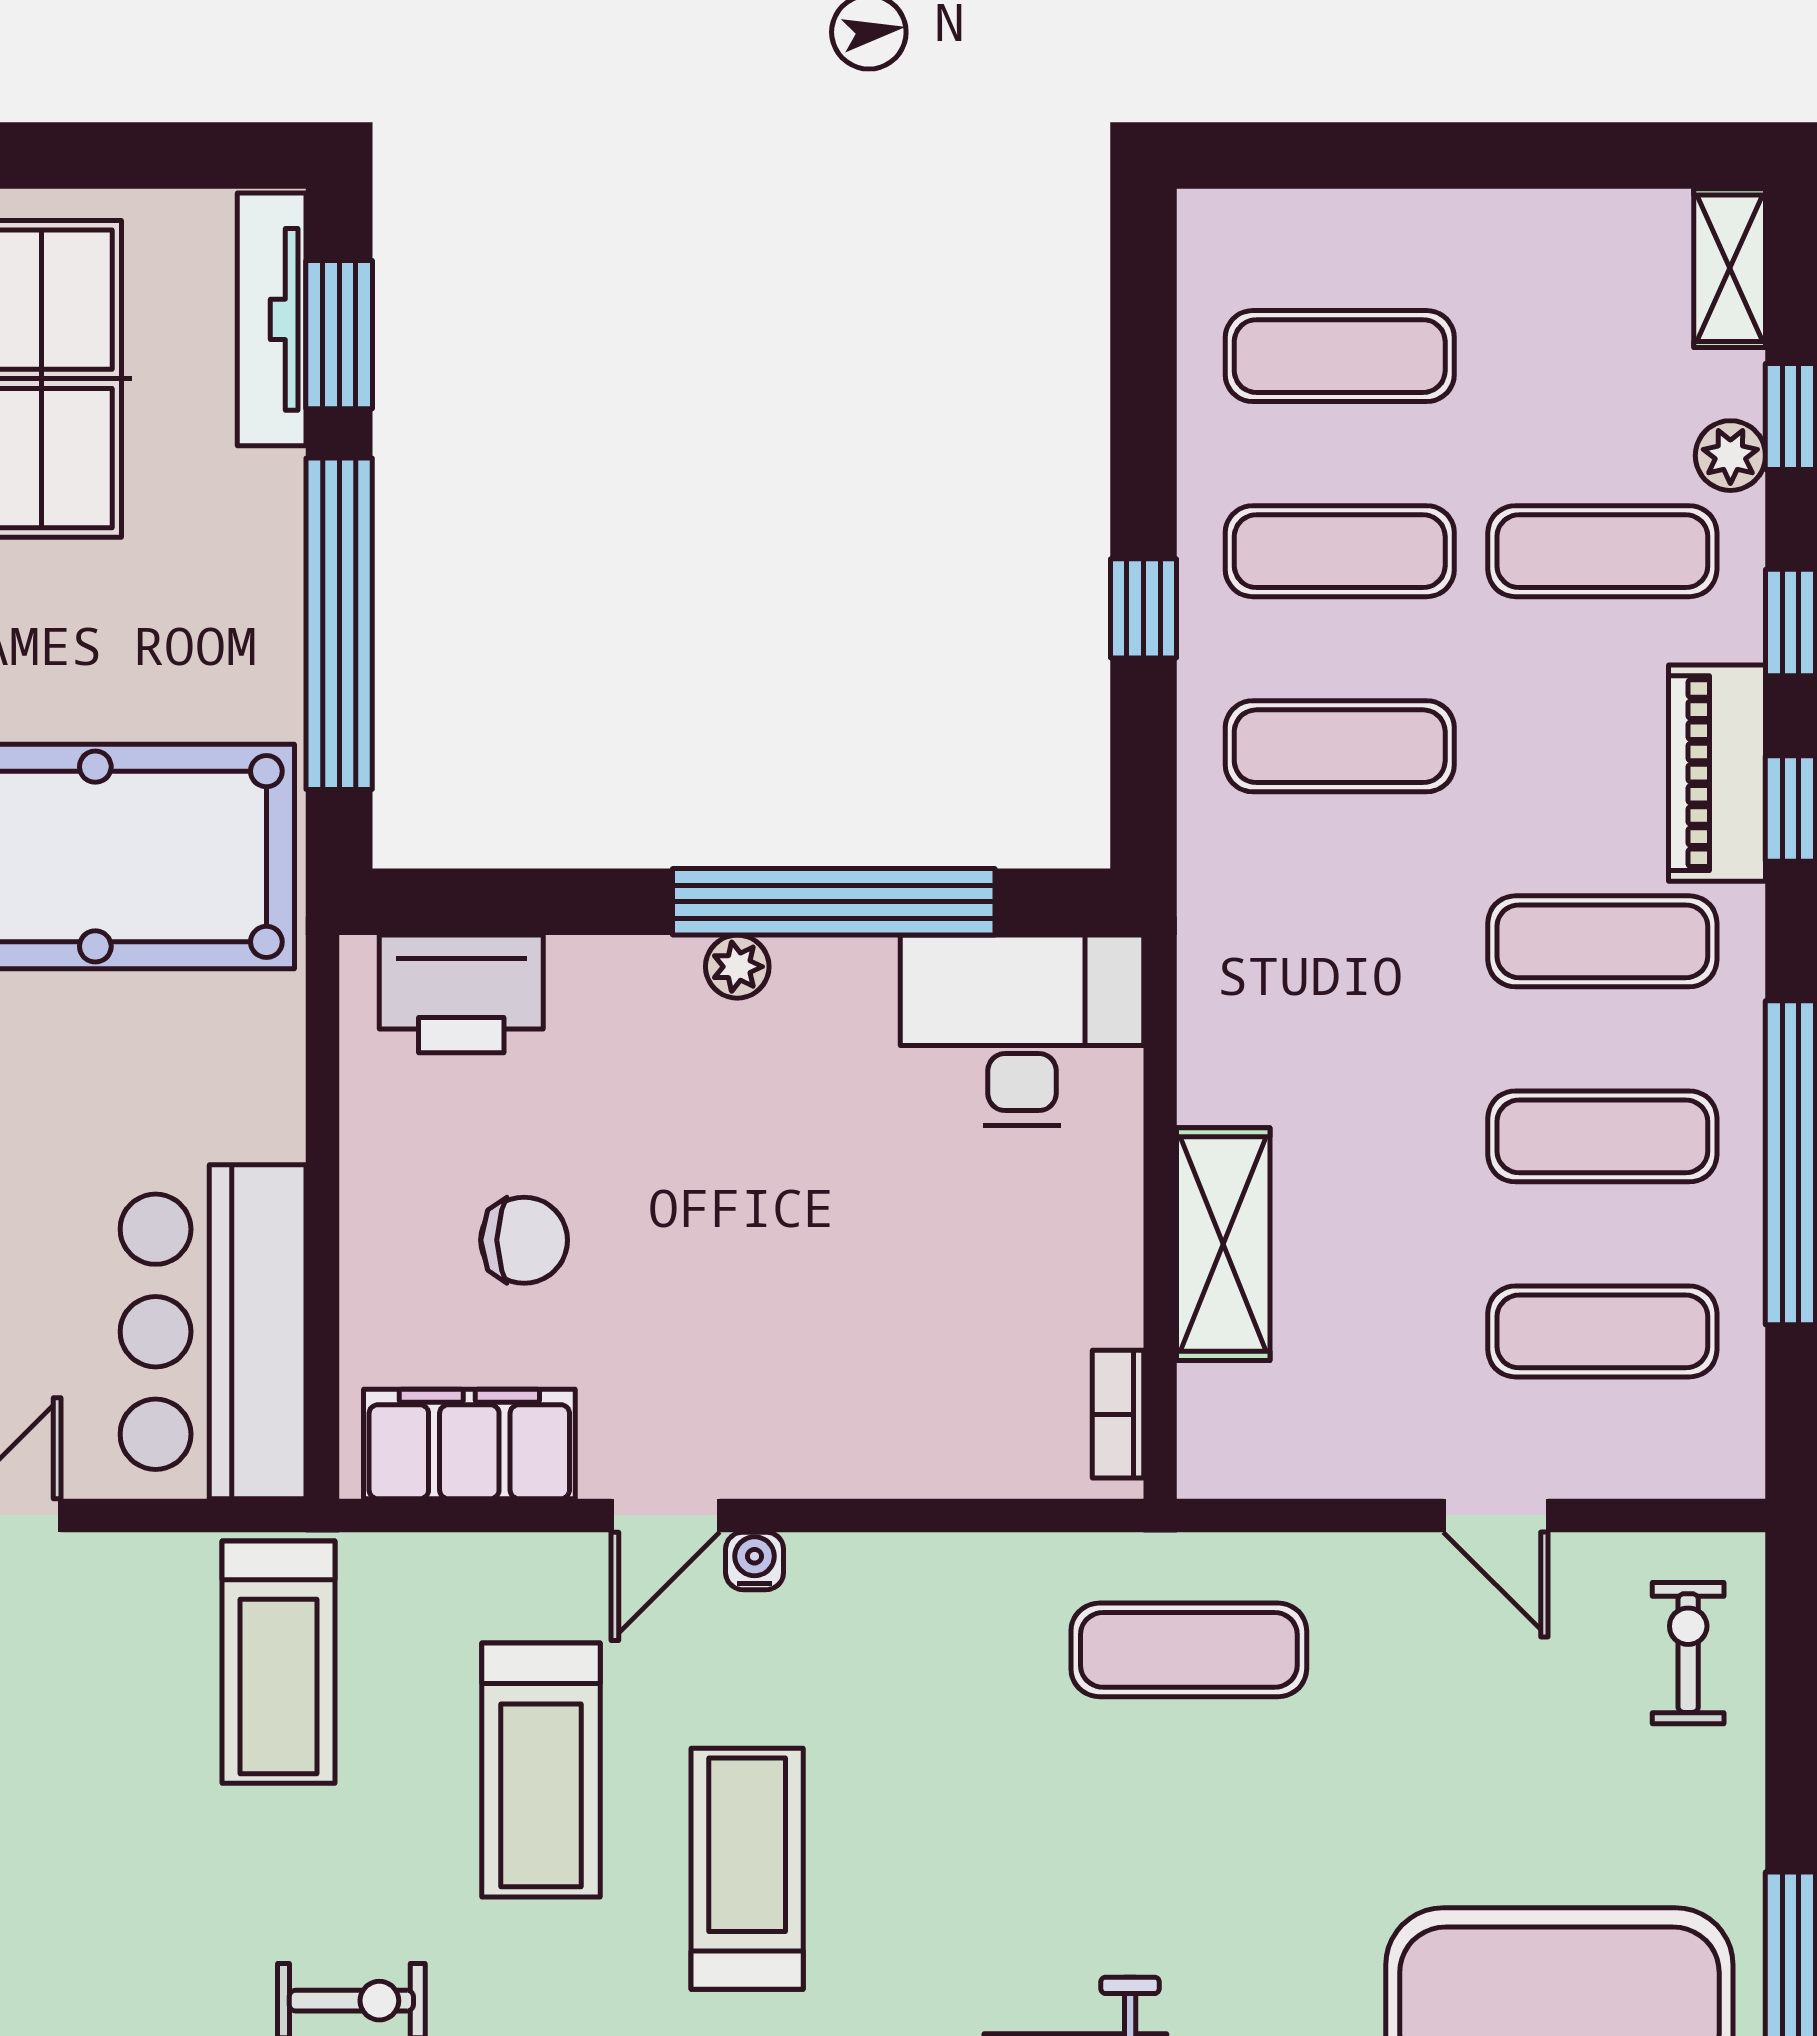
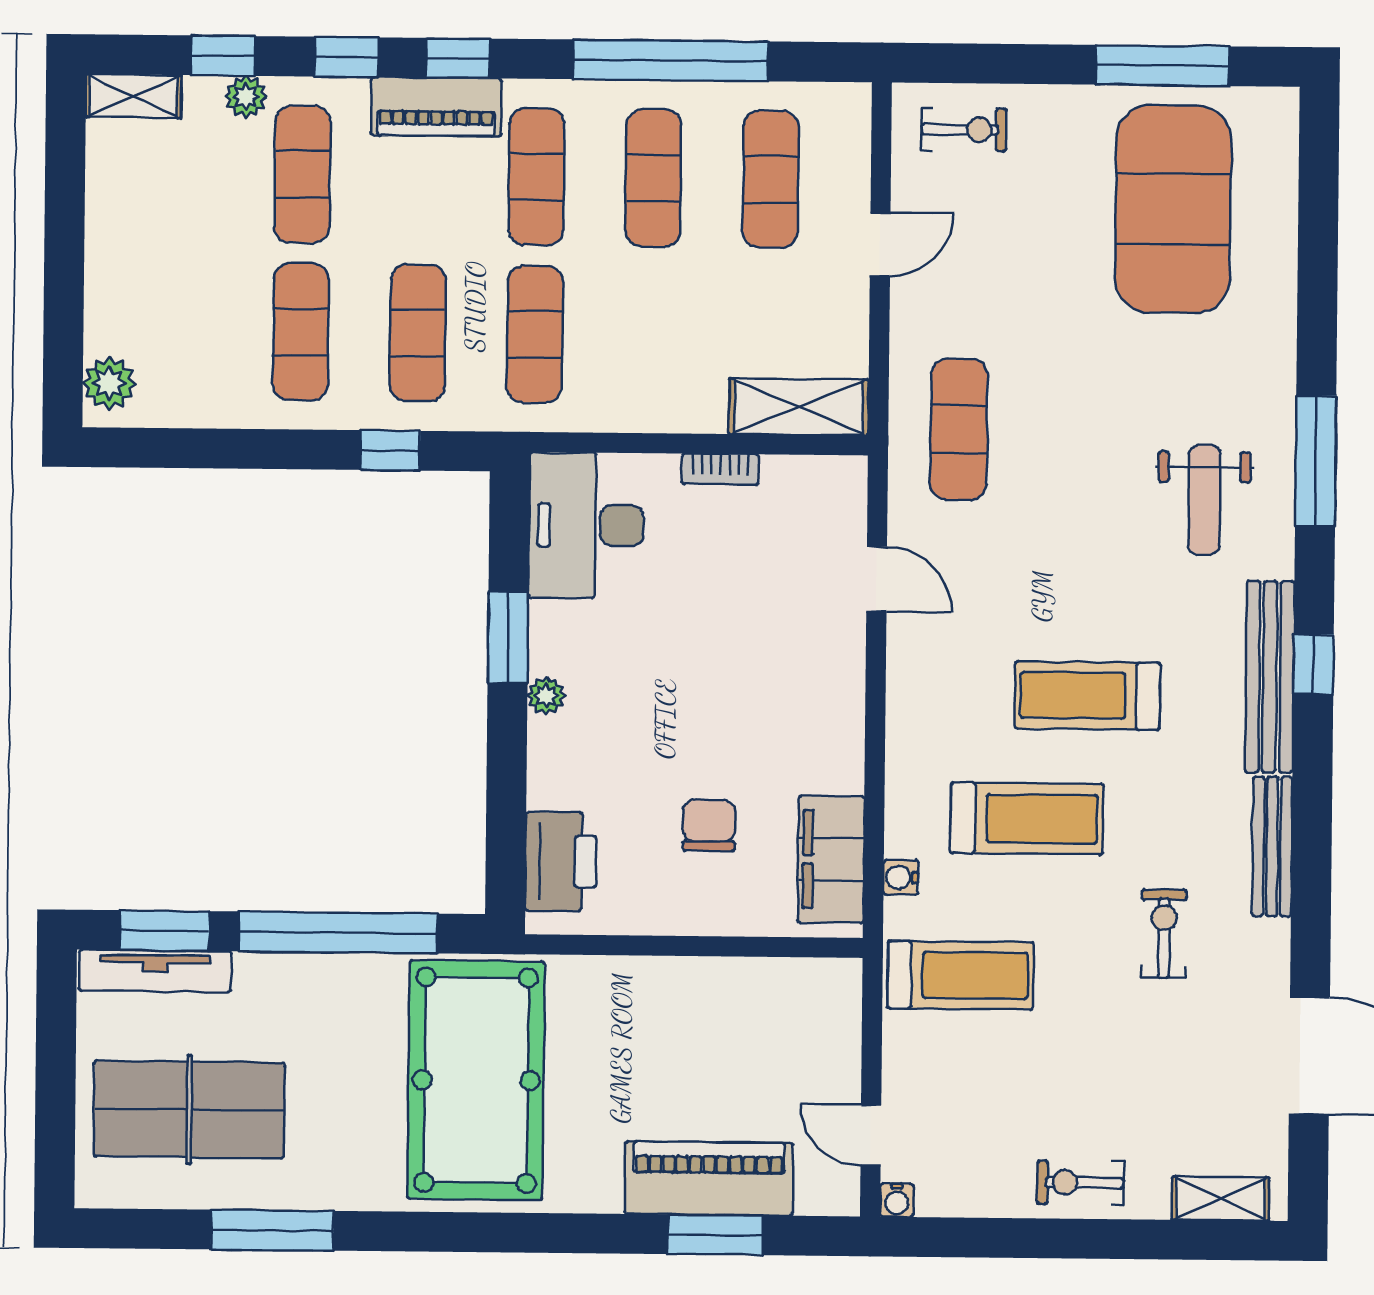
plant: (1251, 233) -> (109, 383), added
exercise mat: (1340, 356) -> (535, 334), moved
window: (1144, 608) -> (390, 450), moved
window: (834, 902) -> (508, 637), width x0.47
shelving: (1223, 1244) -> (799, 407), moved
bar counter: (213, 1332) -> (762, 1012), removed
bookcase: (1118, 1414) -> (720, 469), moved
door: (665, 1515) -> (877, 579), moved
water cooler: (755, 1561) -> (901, 877), moved
exercise bike: (1688, 1653) -> (964, 130), turned 180

